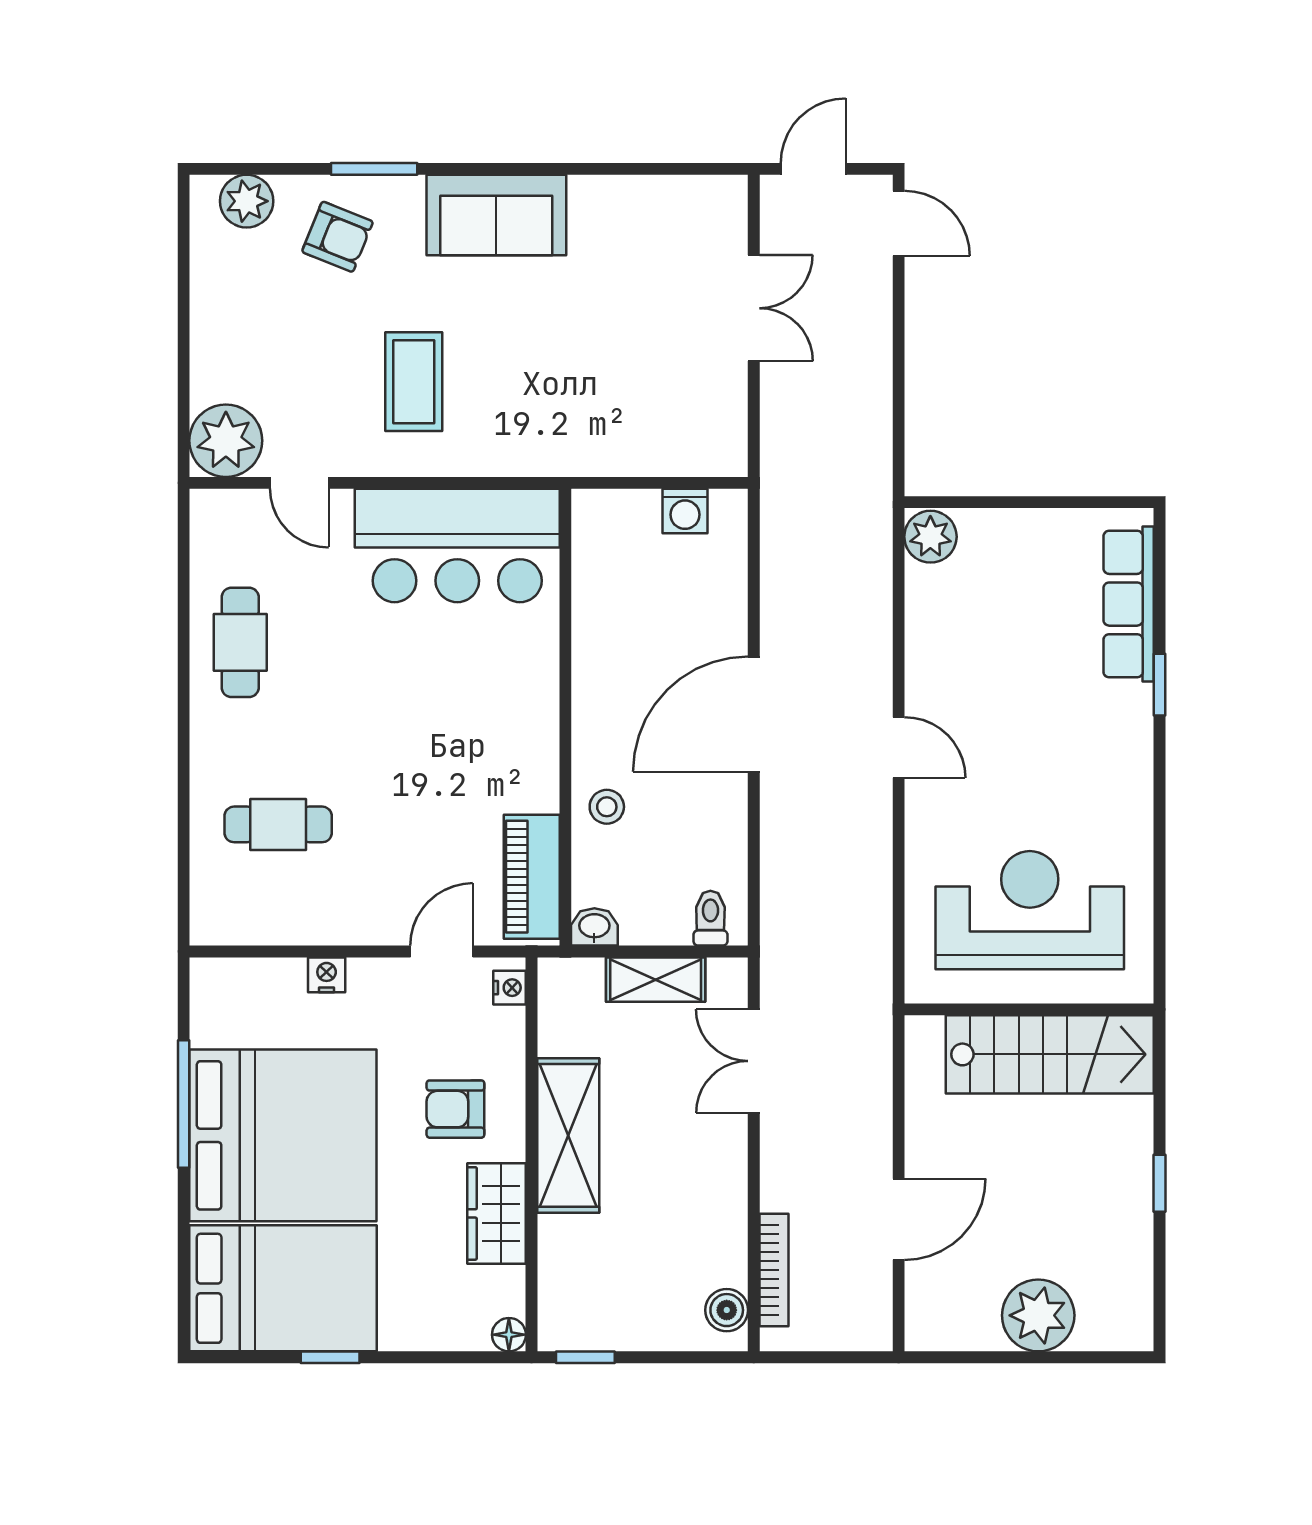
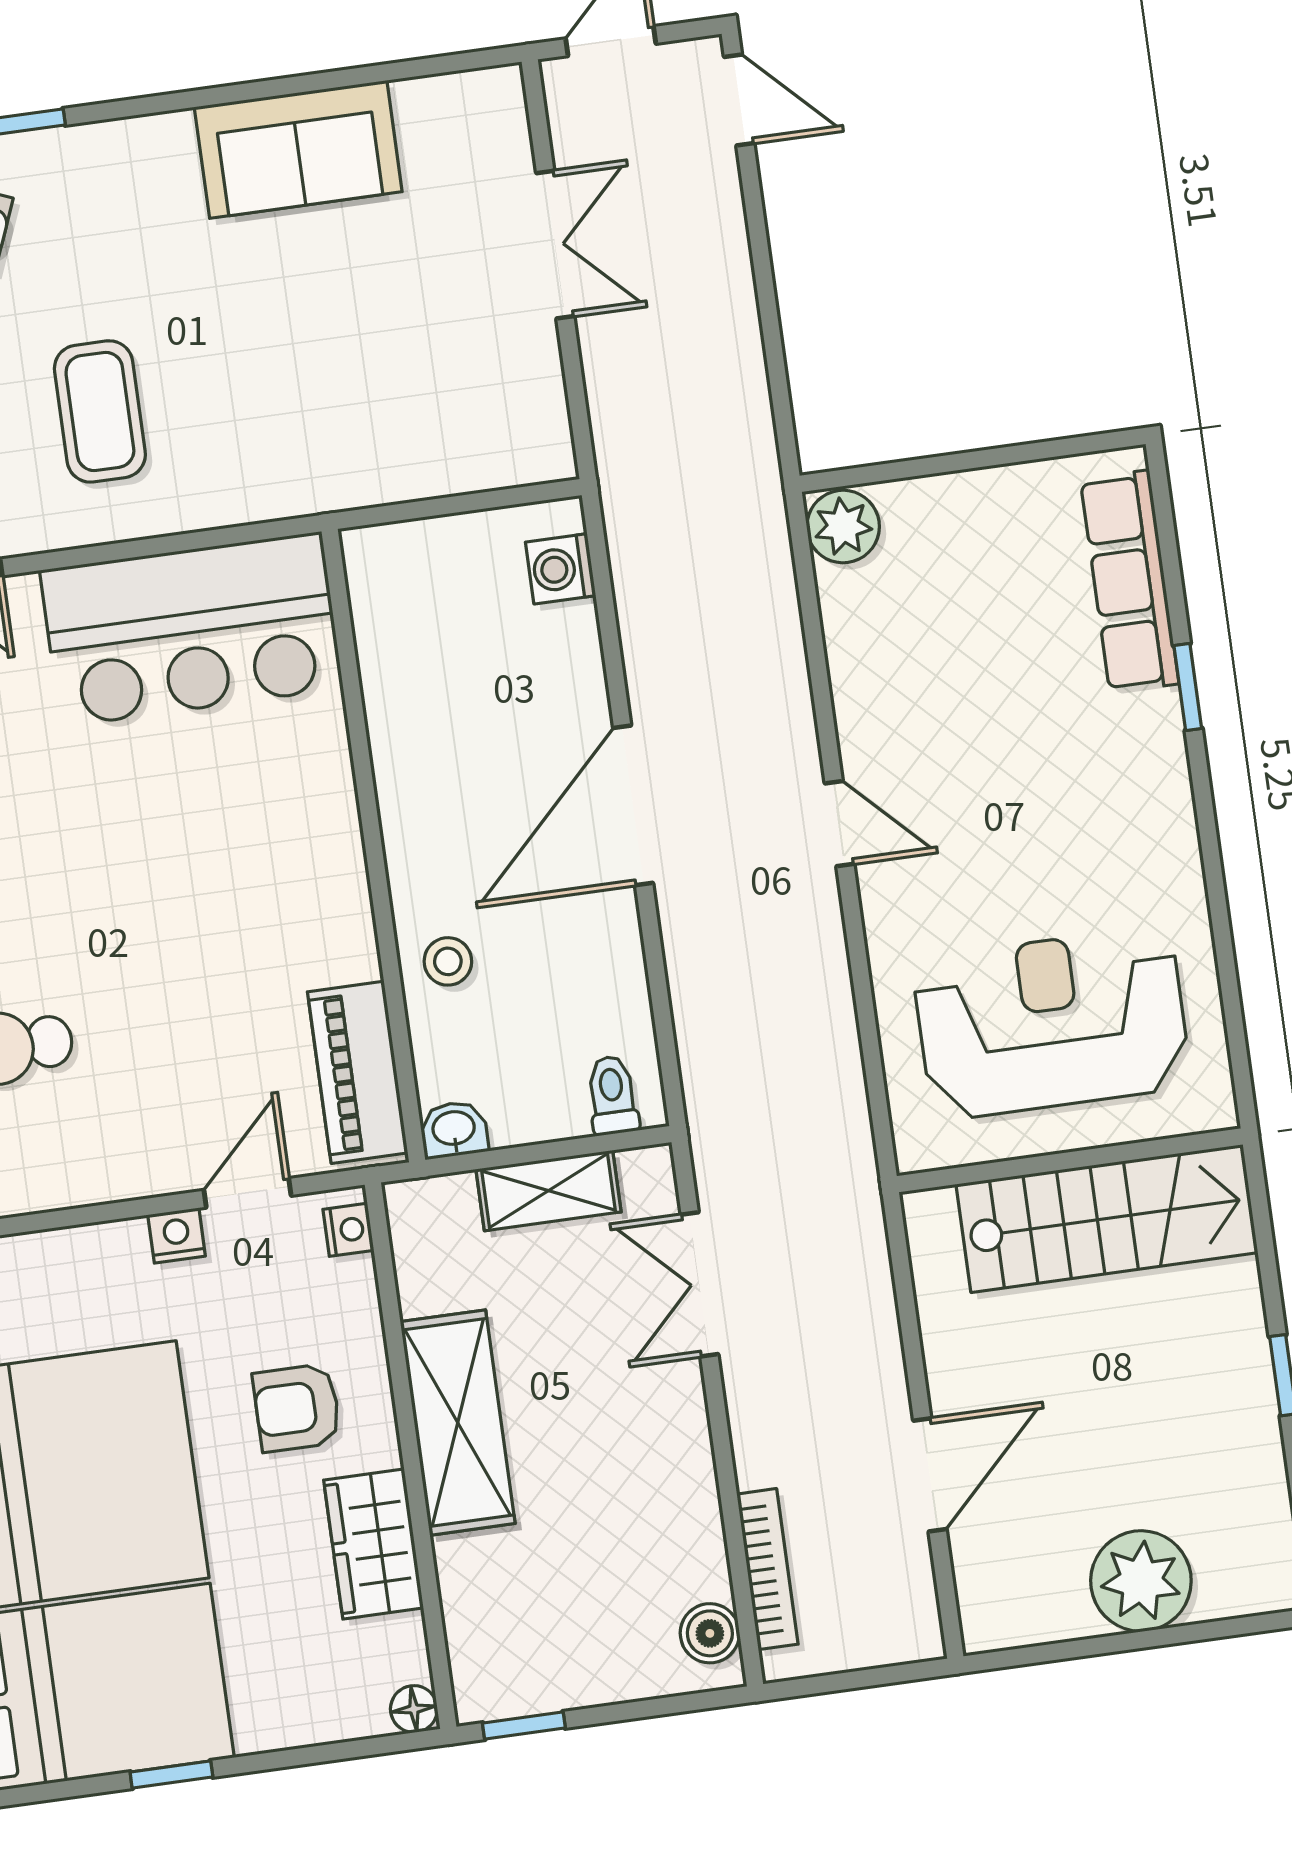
sofa: (496, 215) -> (298, 149), moved
washing machine: (685, 511) -> (561, 569), moved, turned 90
nightstand: (327, 975) -> (177, 1235), moved

